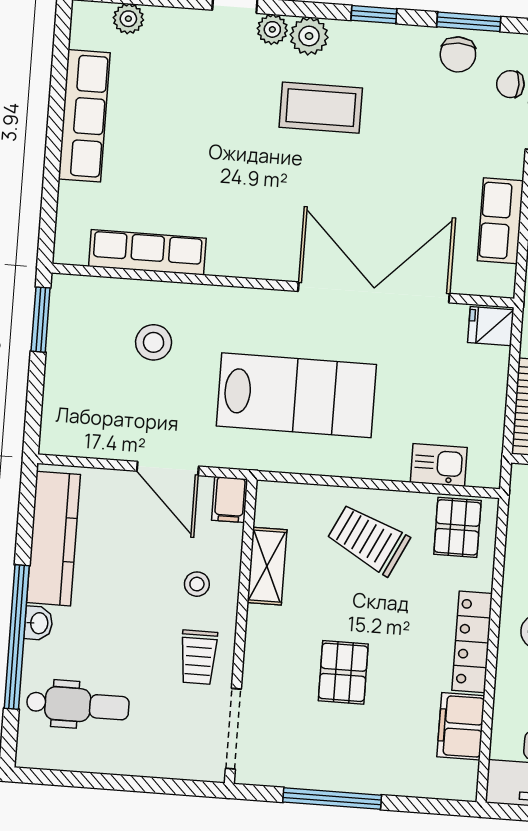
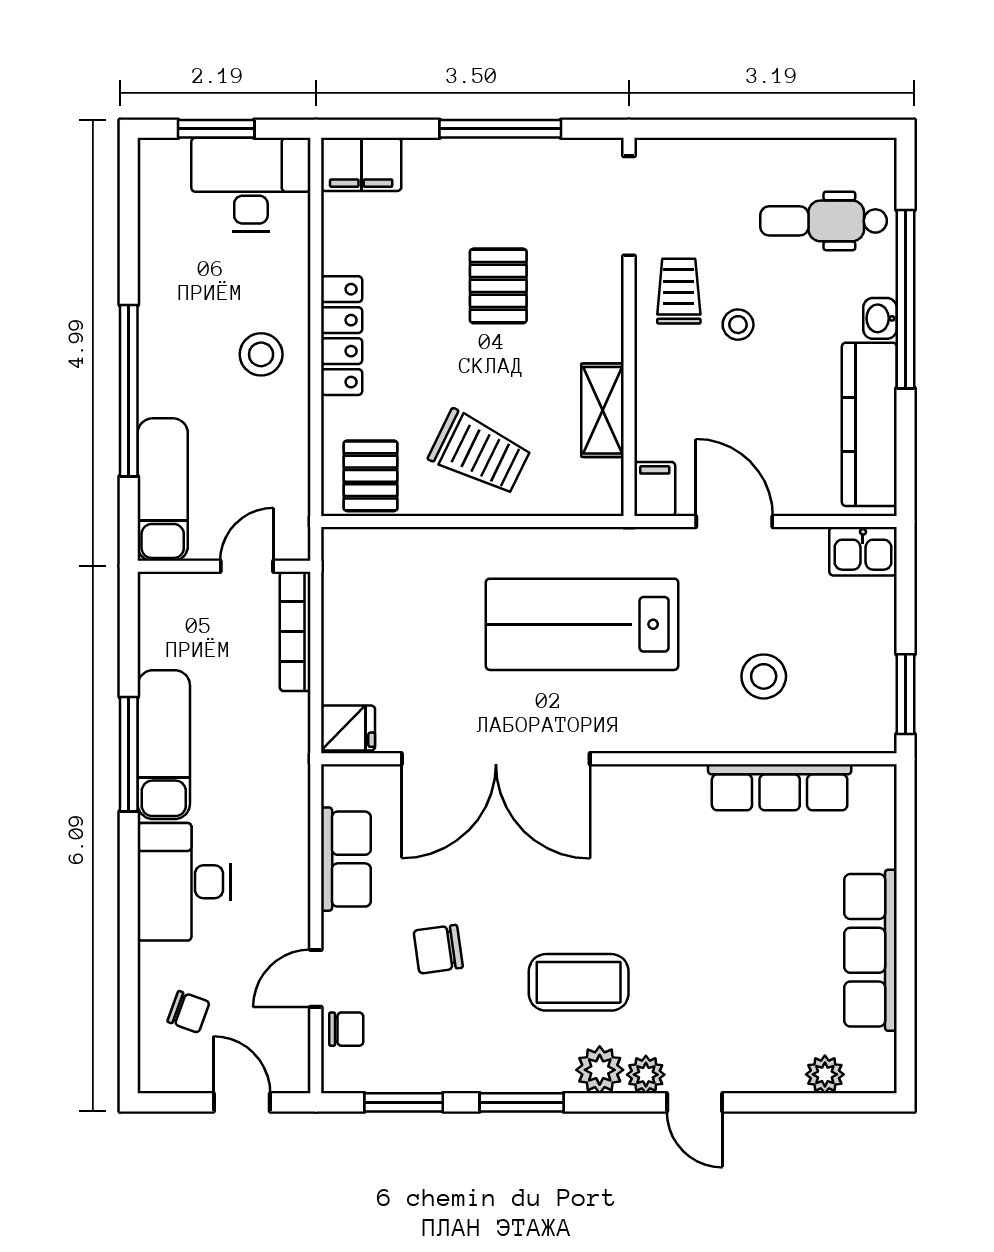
window: (374, 15) -> (522, 1102), width x1.50
chair: (458, 54) -> (438, 949), moved, turned -98
kitchen sink: (439, 465) -> (863, 551), moved
stool: (197, 584) -> (738, 325), moved
filing cabinet: (461, 726) -> (361, 164), moved, turned 90

